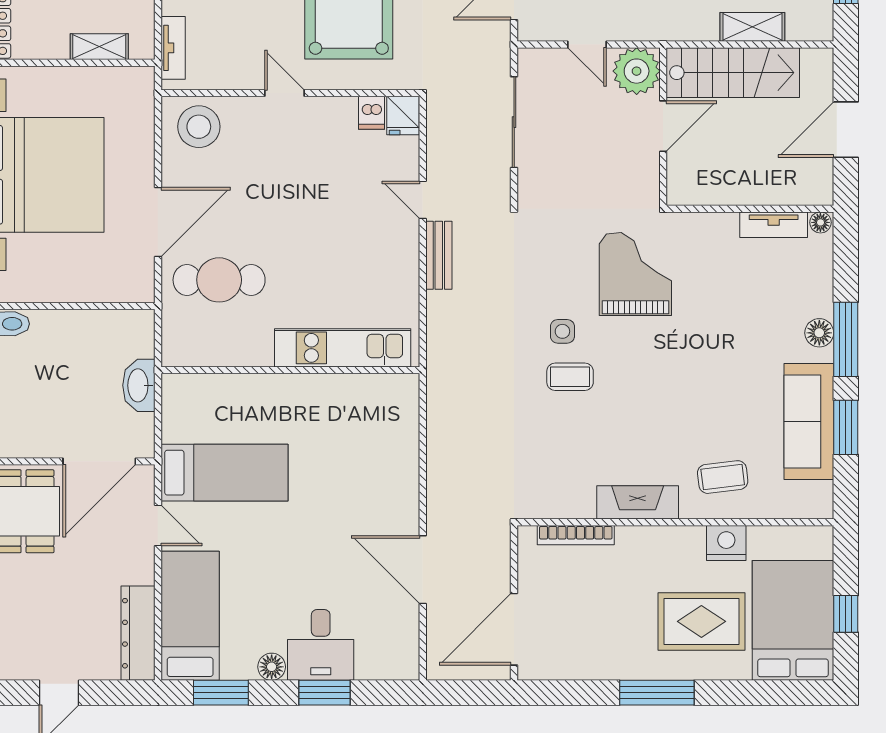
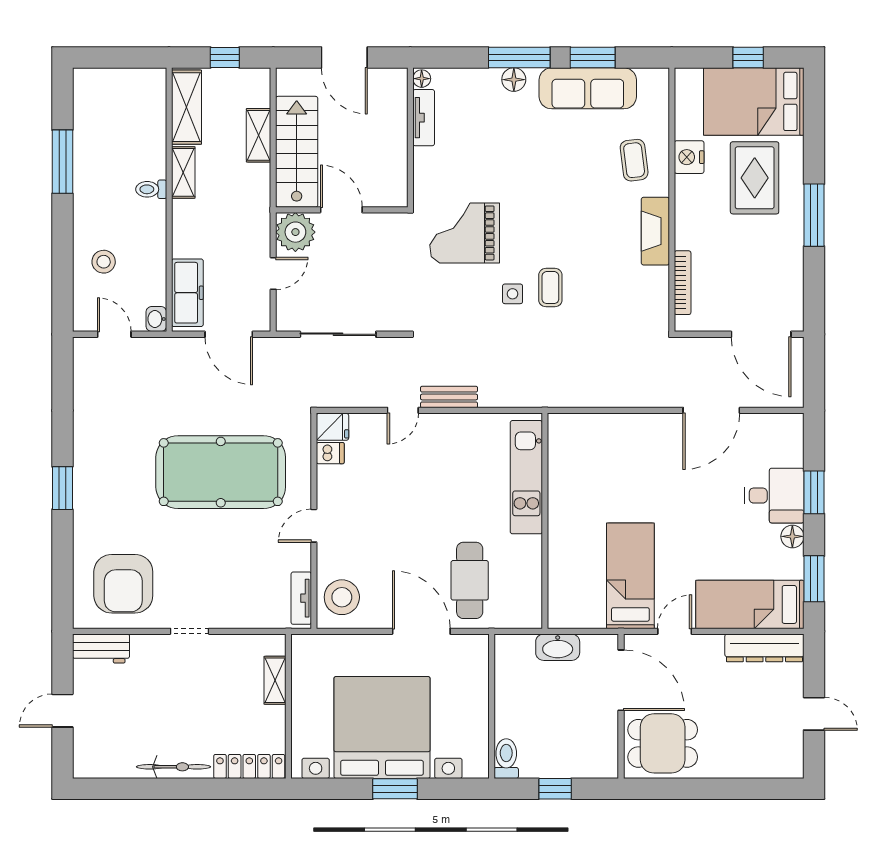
tv unit: (173, 48) -> (301, 598), moved, turned -90

